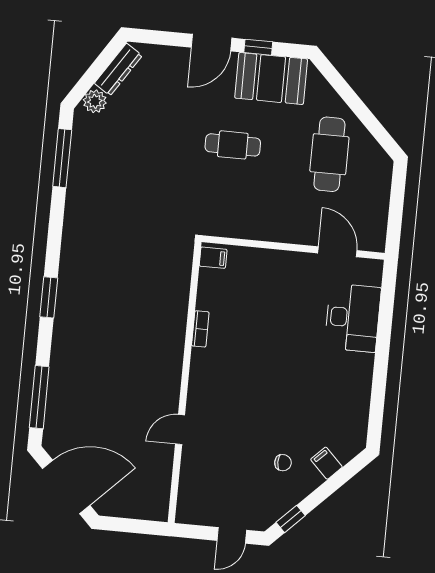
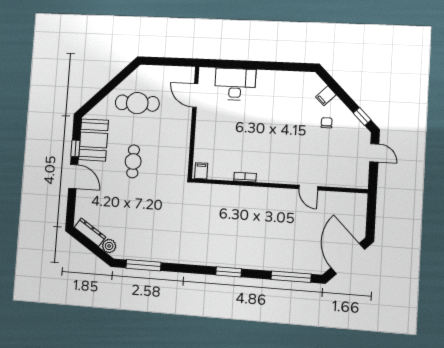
door: (337, 252) -> (195, 95), hinge flipped

